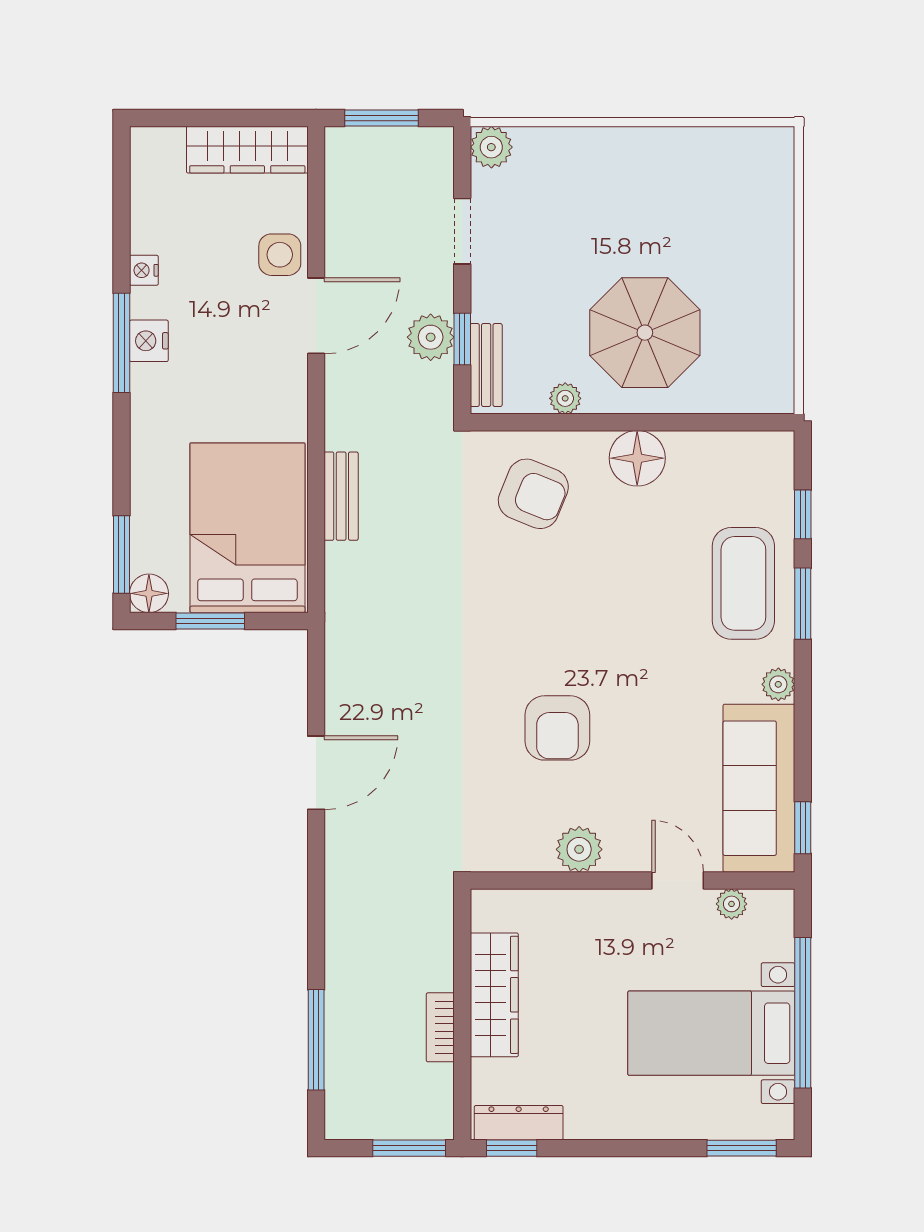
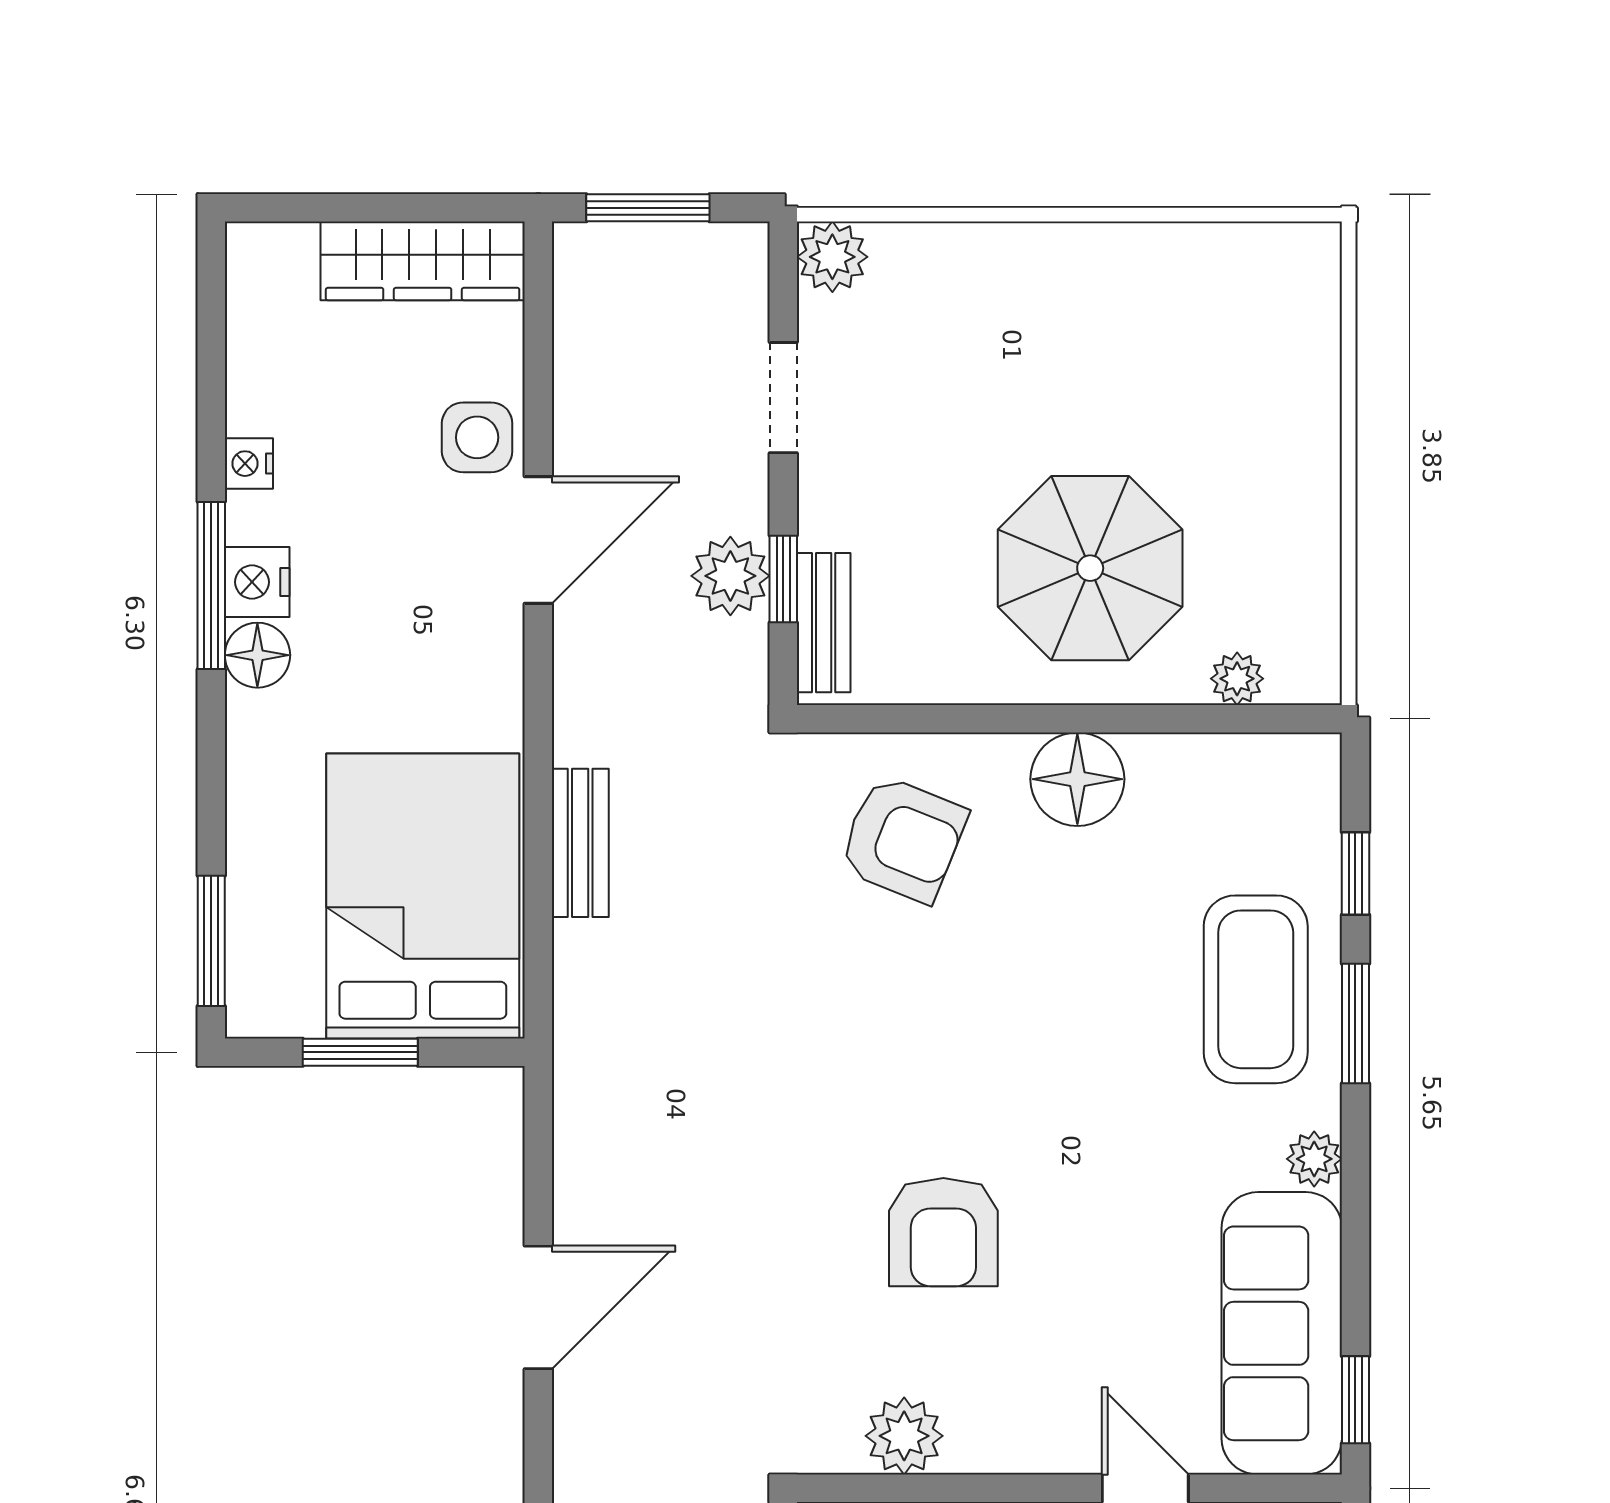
plant: (565, 398) -> (1237, 679), moved
floor lamp: (149, 593) -> (257, 655), moved
plant: (579, 849) -> (904, 1436), moved

